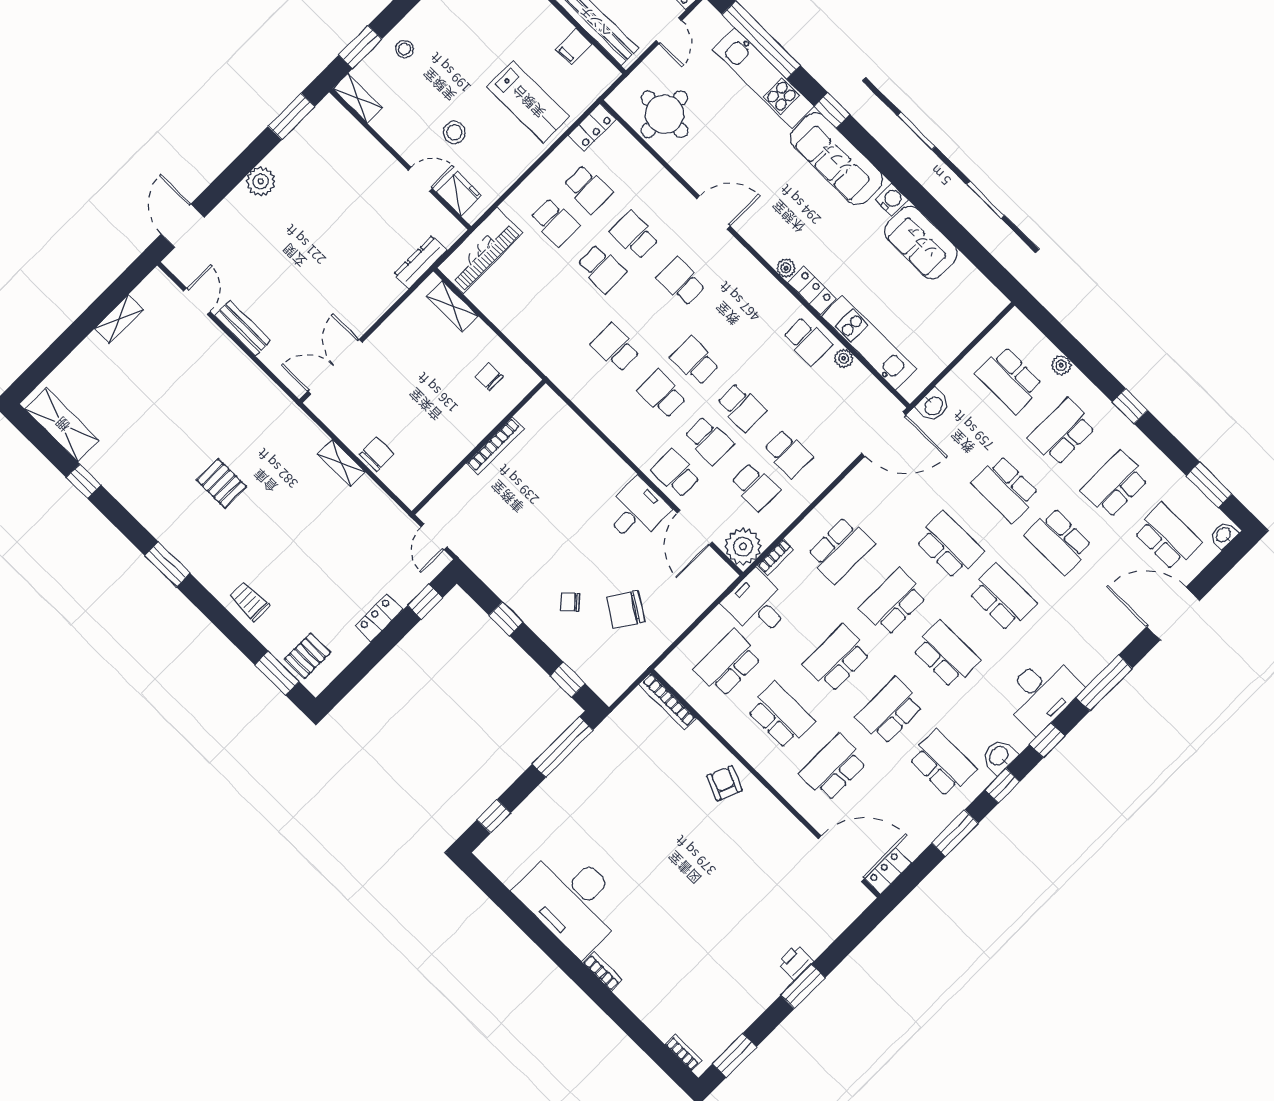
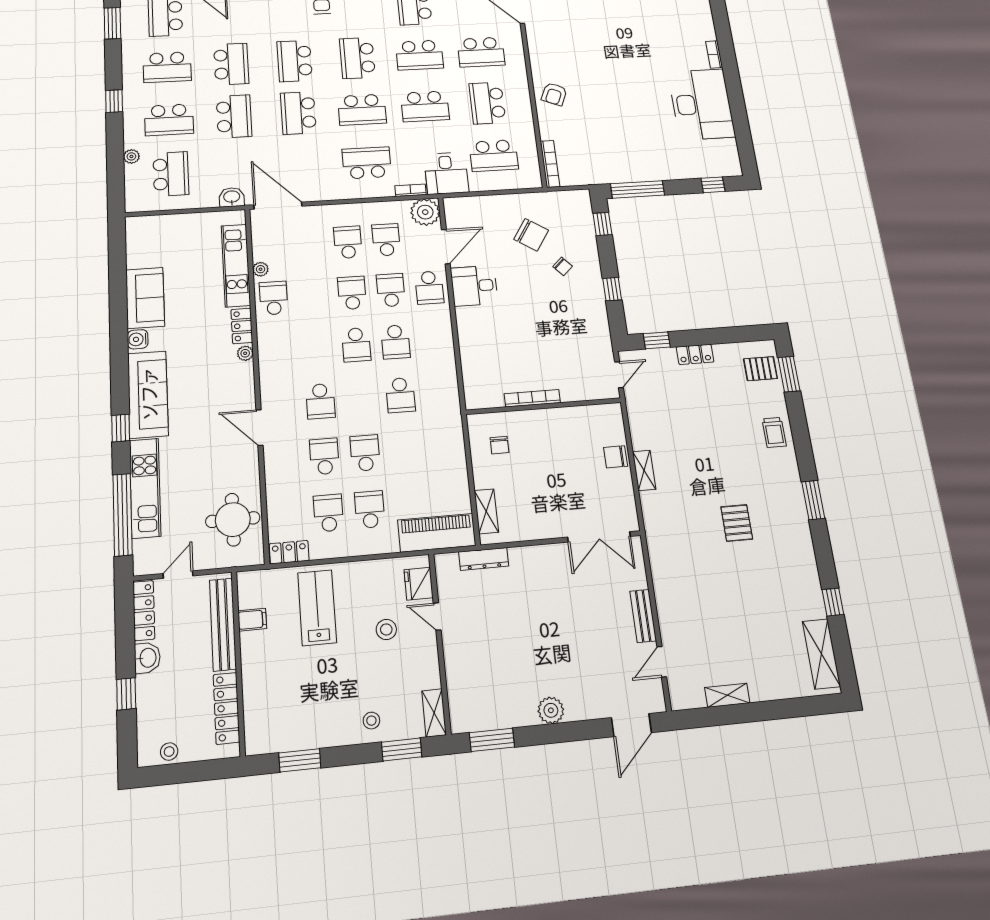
school desk: (634, 235) -> (324, 456), turned 180

